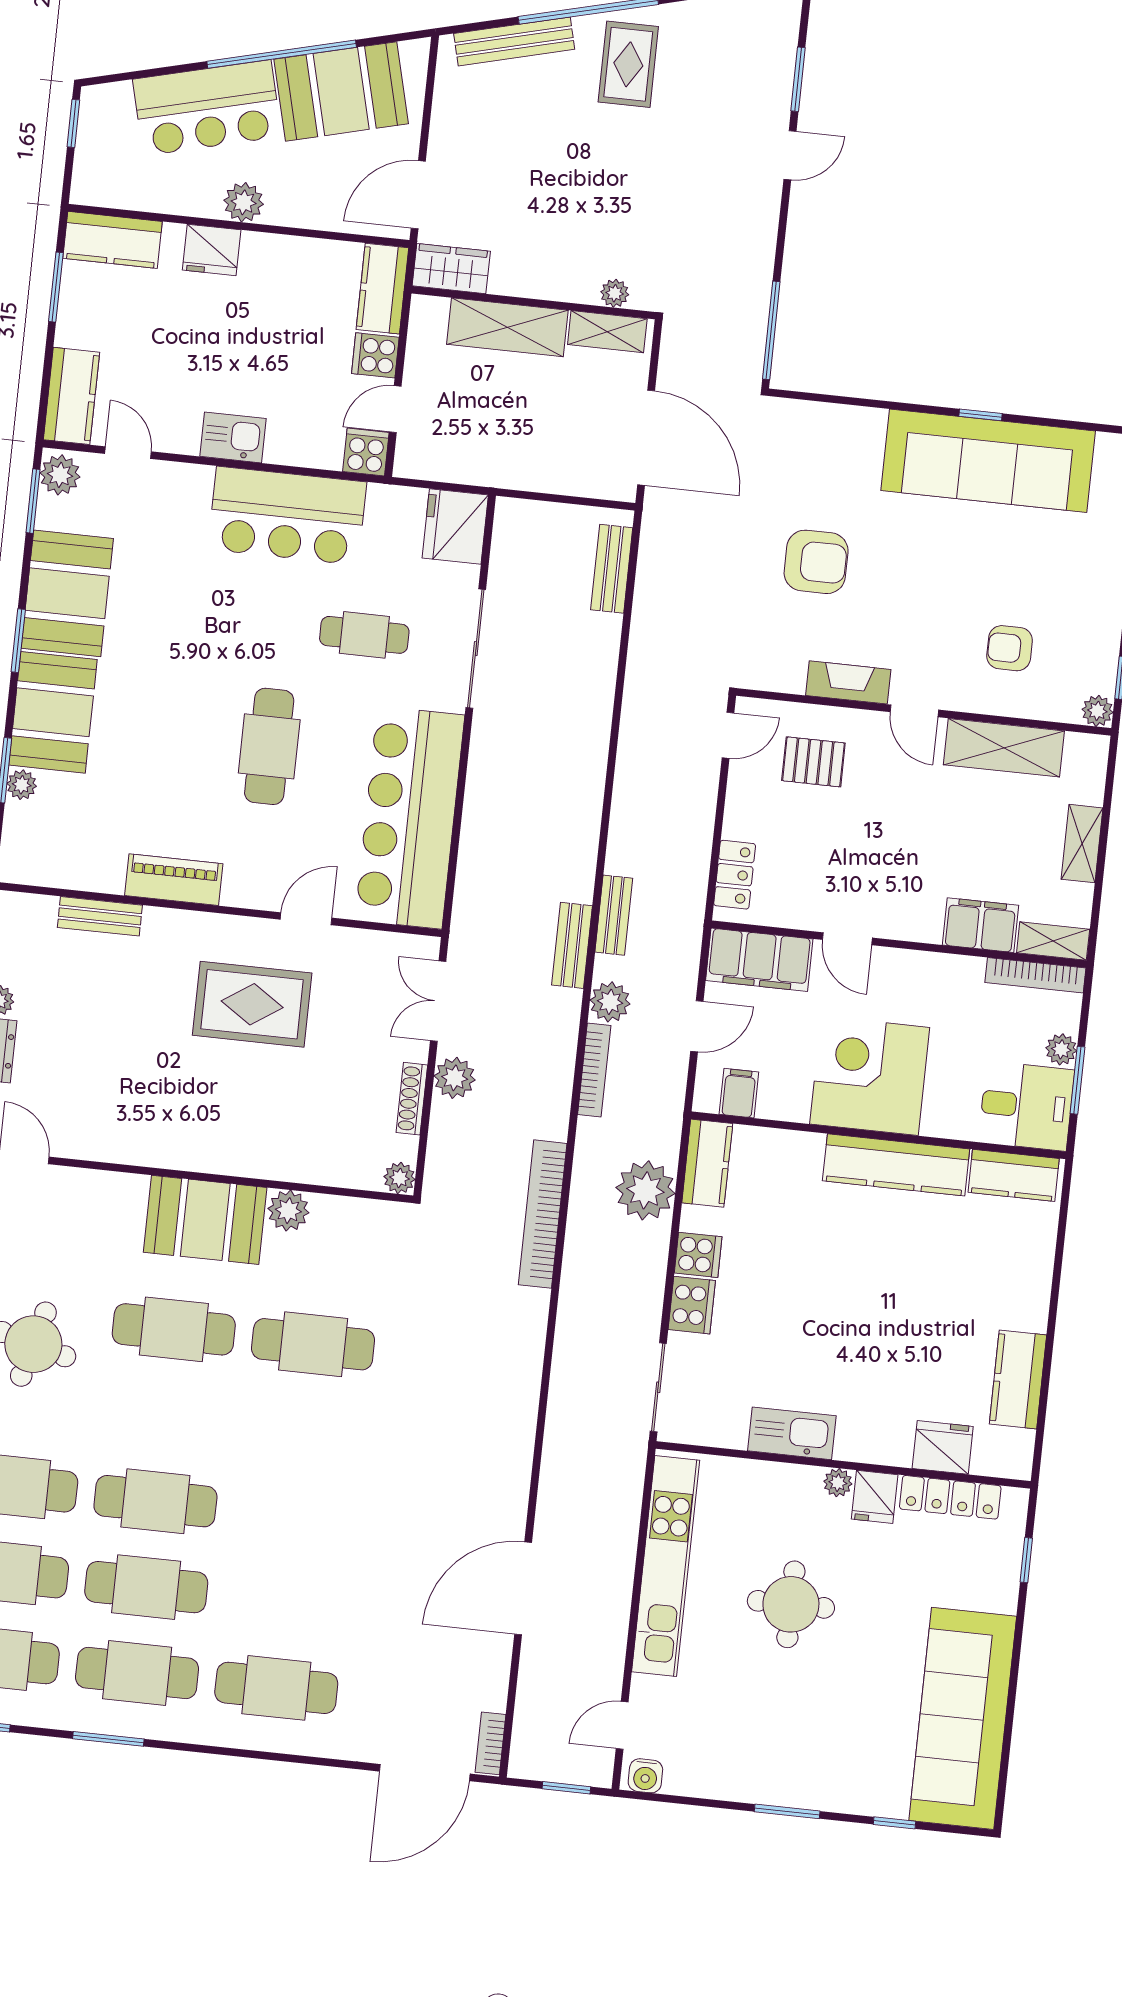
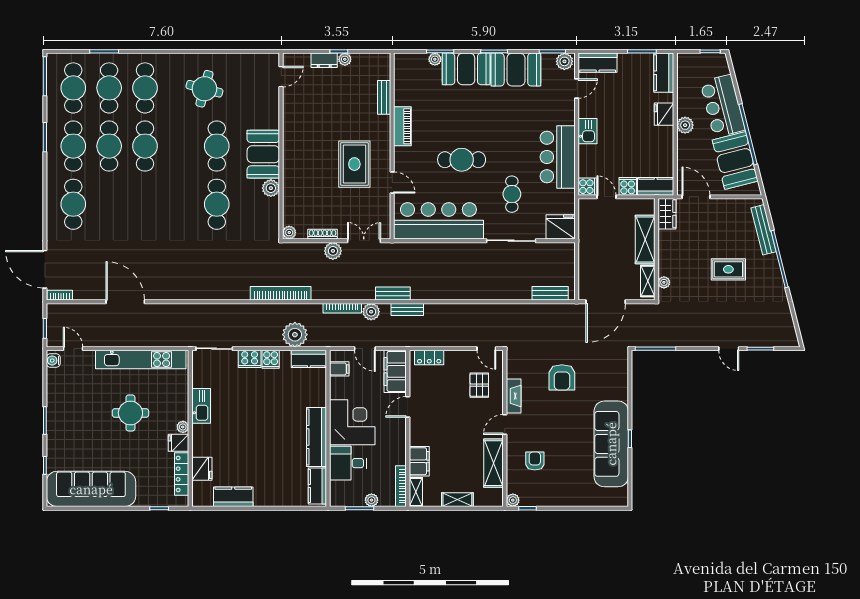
rug: (628, 64) -> (728, 269), moved
desk: (1026, 1106) -> (348, 463), moved, turned 90

